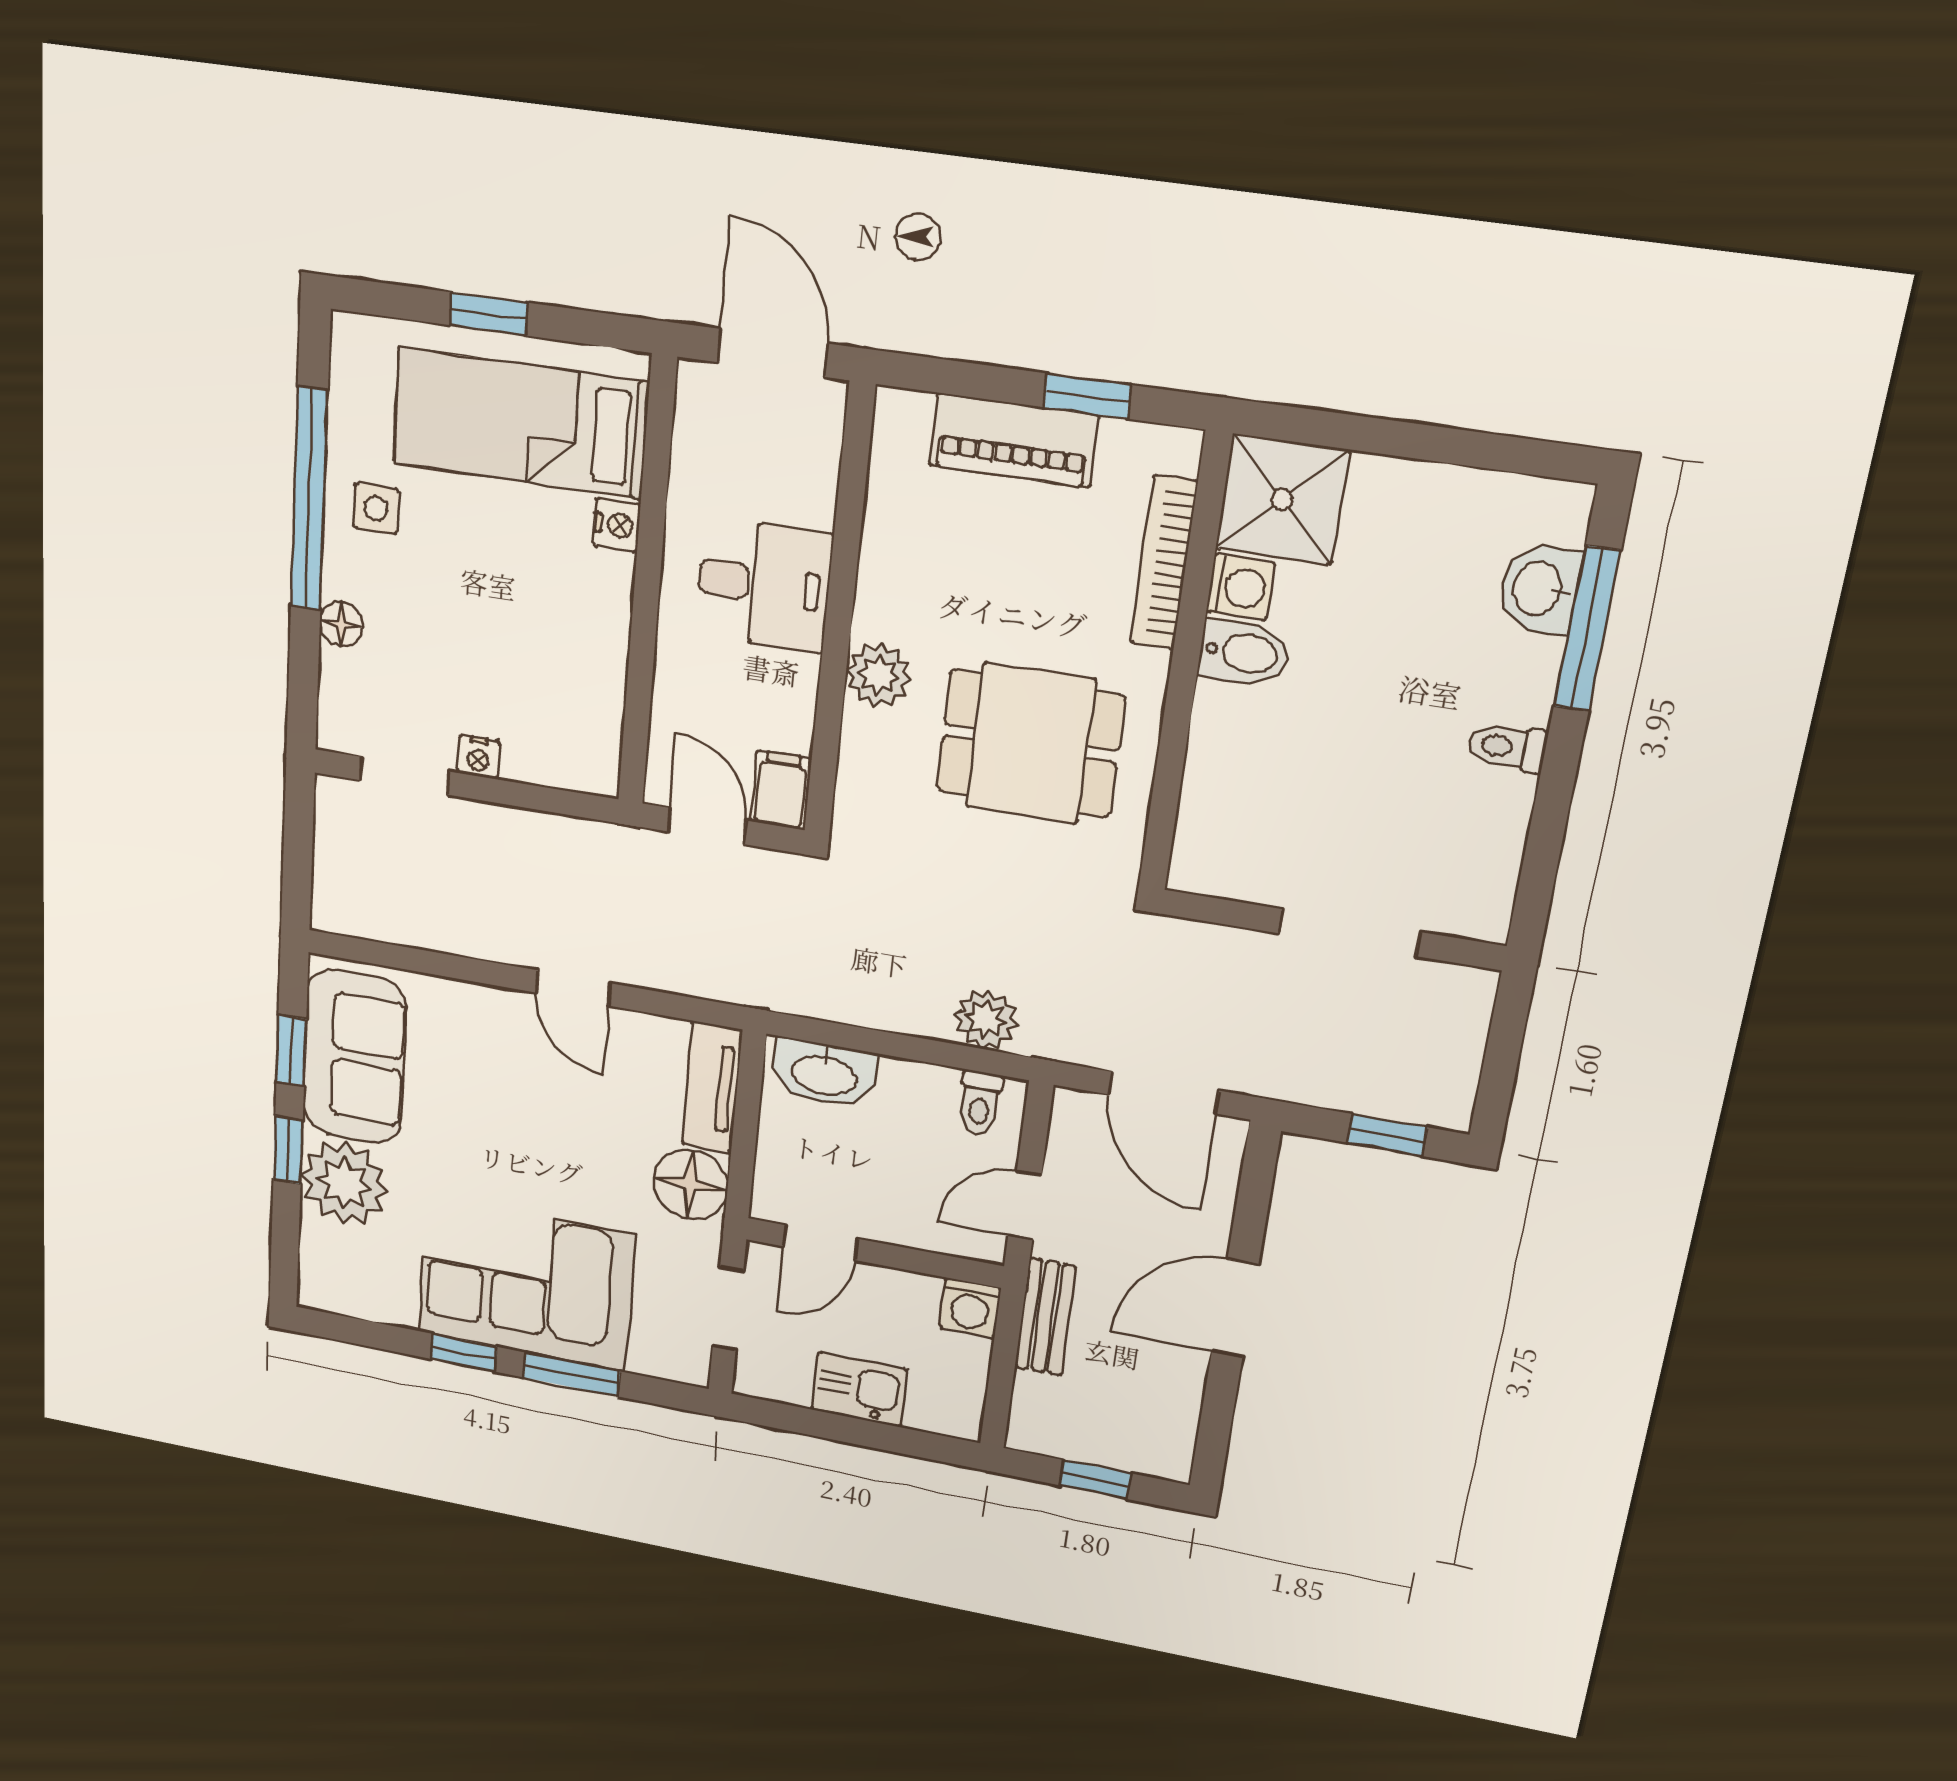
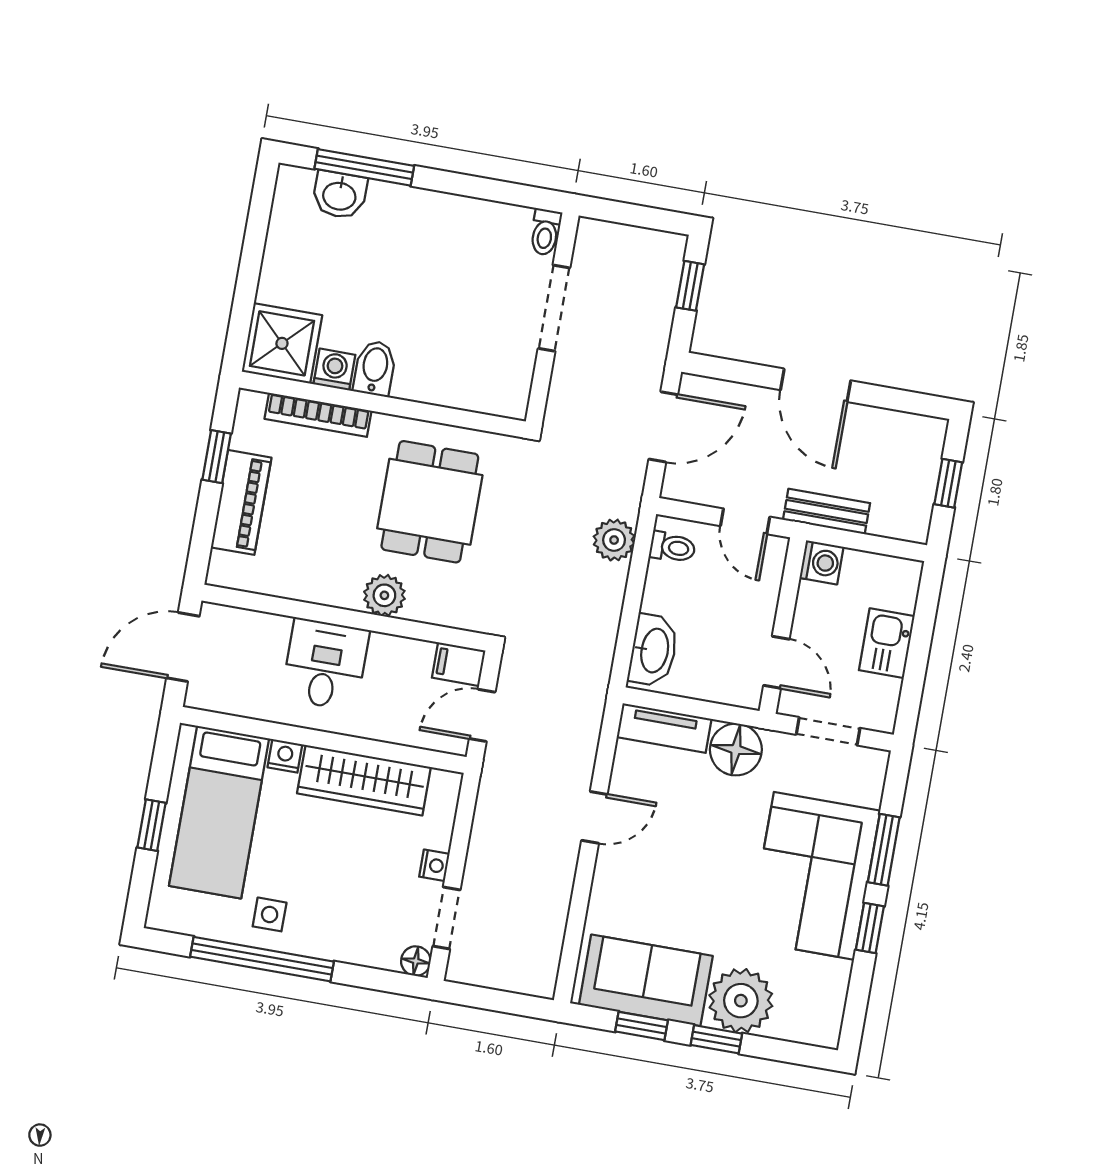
floor lamp: (341, 624) -> (416, 961), moved
wardrobe: (592, 649) -> (364, 780), added
toilet: (1507, 747) -> (545, 232), moved

